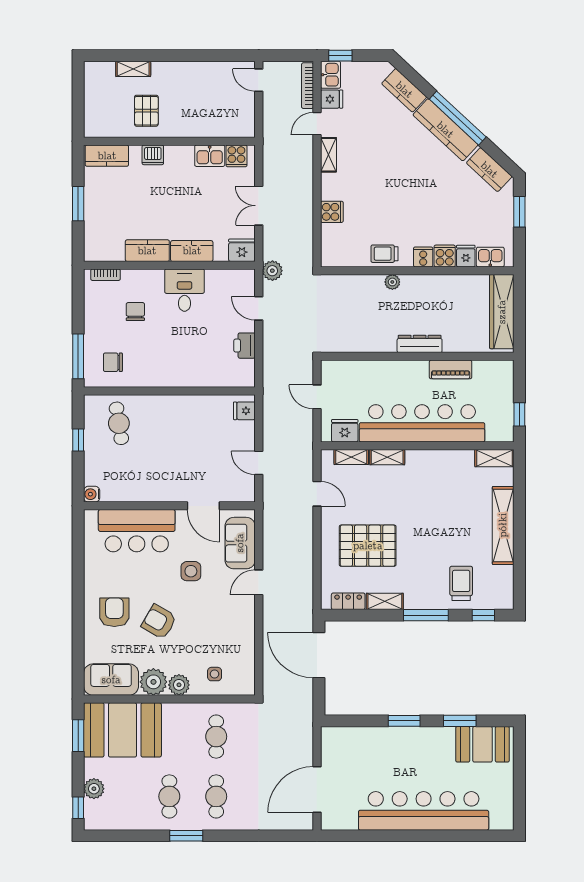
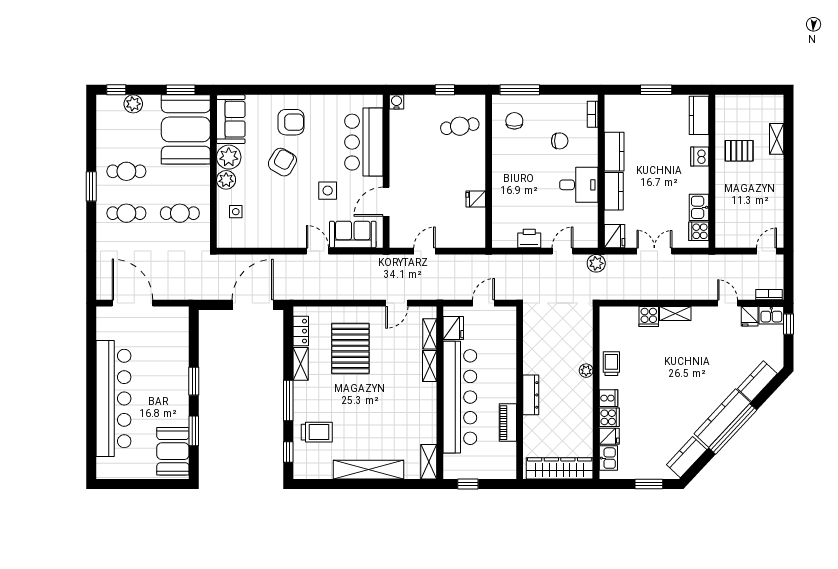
bookcase: (307, 86) -> (769, 295), width x0.64
shelving: (328, 155) -> (675, 314), moved
fridge: (244, 411) -> (476, 199), moved, turned -90

